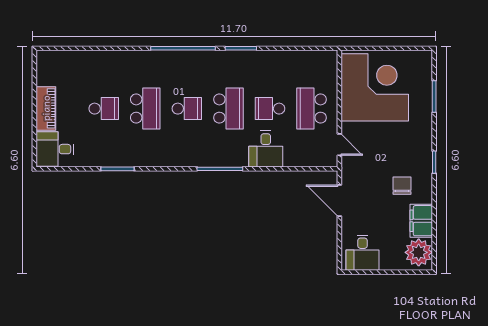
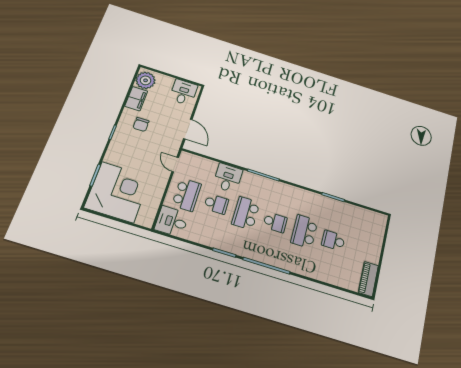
corner desk: (375, 87) -> (118, 192), moved, turned 180
piano: (46, 108) -> (368, 279), moved
school desk: (187, 109) -> (275, 222), turned 180
desk: (55, 149) -> (172, 222), moved, turned 180

